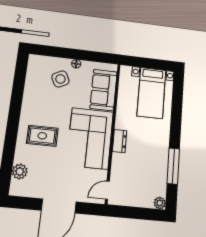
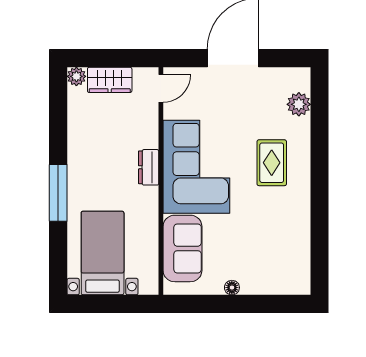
side table: (60, 79) -> (255, 259), removed
rug: (42, 136) -> (272, 163), turned 90
window: (173, 166) -> (58, 193), moved
wardrobe: (139, 199) -> (110, 80), added

